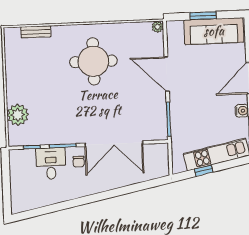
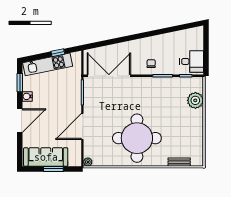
round table: (93, 61) -> (137, 138), width x1.36, depth x1.36
door: (167, 74) -> (82, 126), swing flipped
double door: (114, 144) -> (109, 76), moved
desk: (51, 163) -> (192, 61), moved, turned -90

